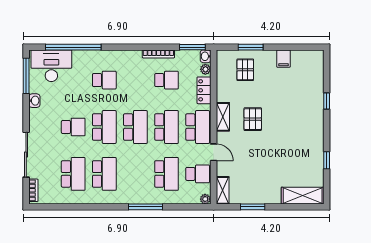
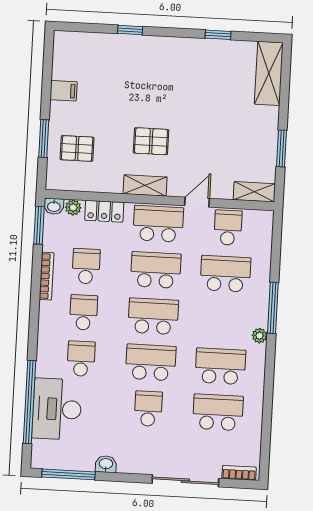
desk: (51, 66) -> (57, 409), moved
school desk: (135, 80) -> (84, 312), added
plant: (205, 199) -> (260, 336), moved

